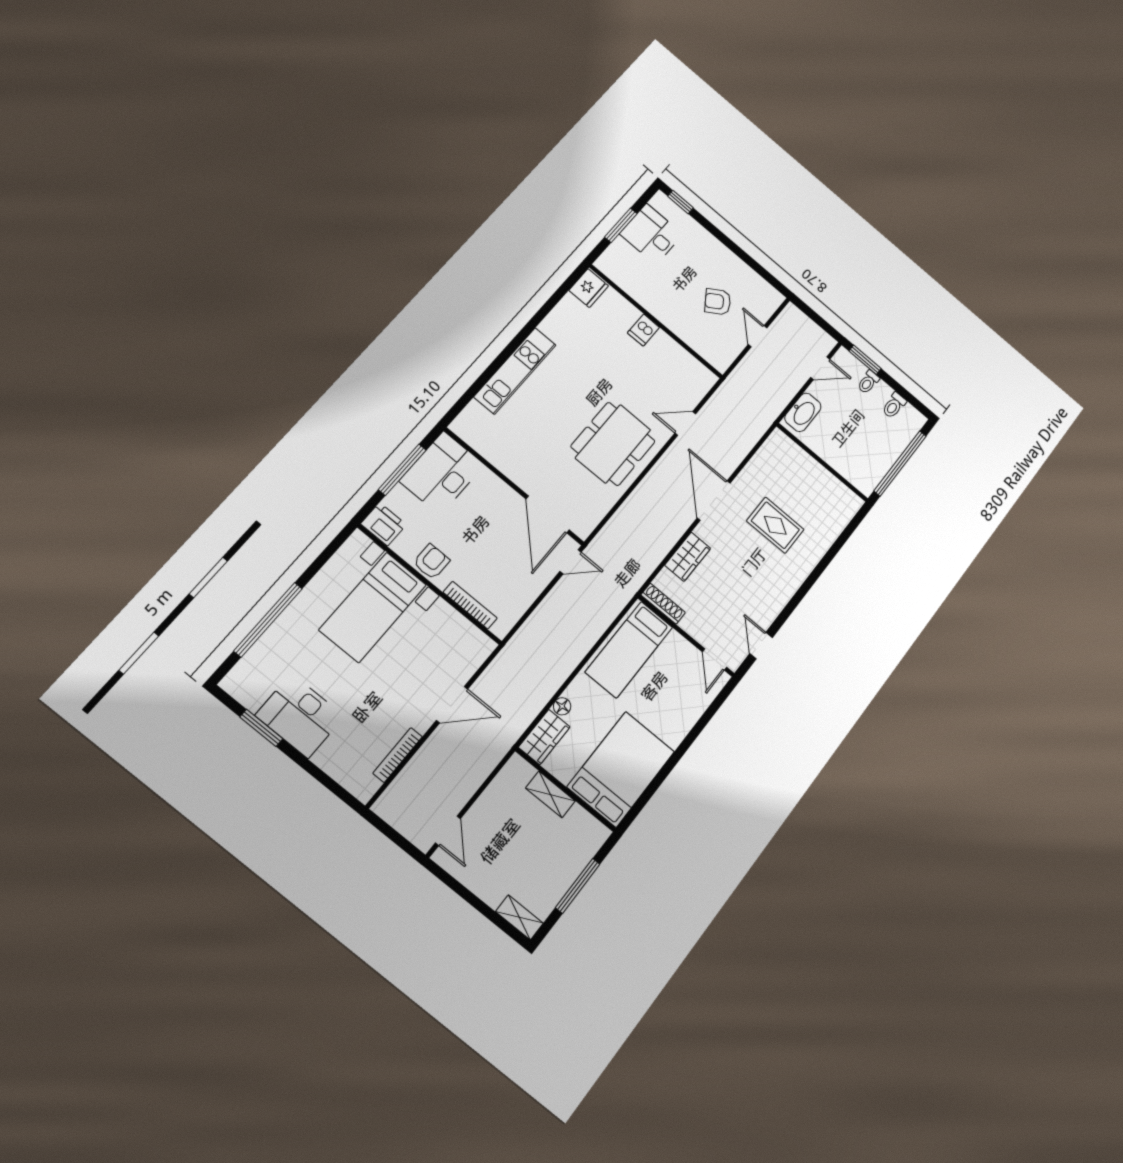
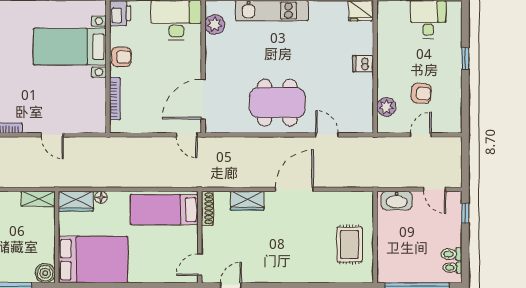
window: (681, 202) -> (465, 58), moved
armchair: (718, 302) -> (421, 93), turned 129
plant: (704, 345) -> (386, 107), added
window: (865, 360) -> (465, 213), width x0.67
toilet: (868, 382) -> (452, 268), moved
plant: (480, 438) -> (215, 24), added
rug: (775, 525) -> (350, 244), moved
door: (452, 705) -> (52, 135), width x0.73
shelving: (550, 794) -> (38, 199), moved, turned 90
boiler: (594, 834) -> (45, 273), added

